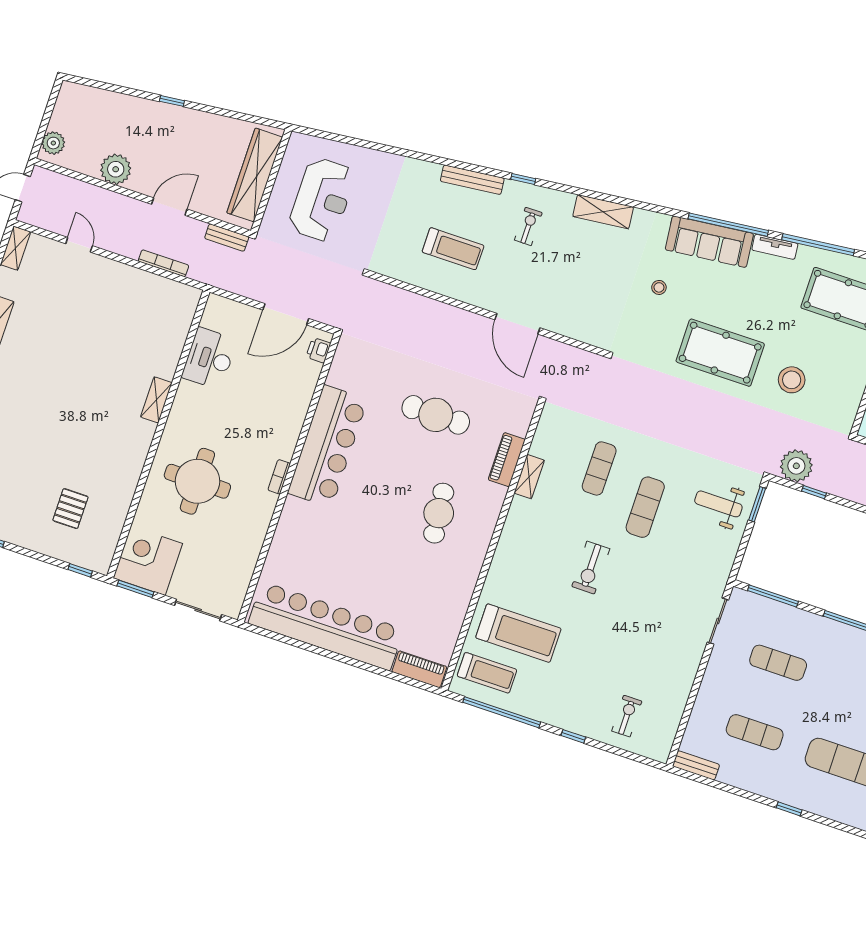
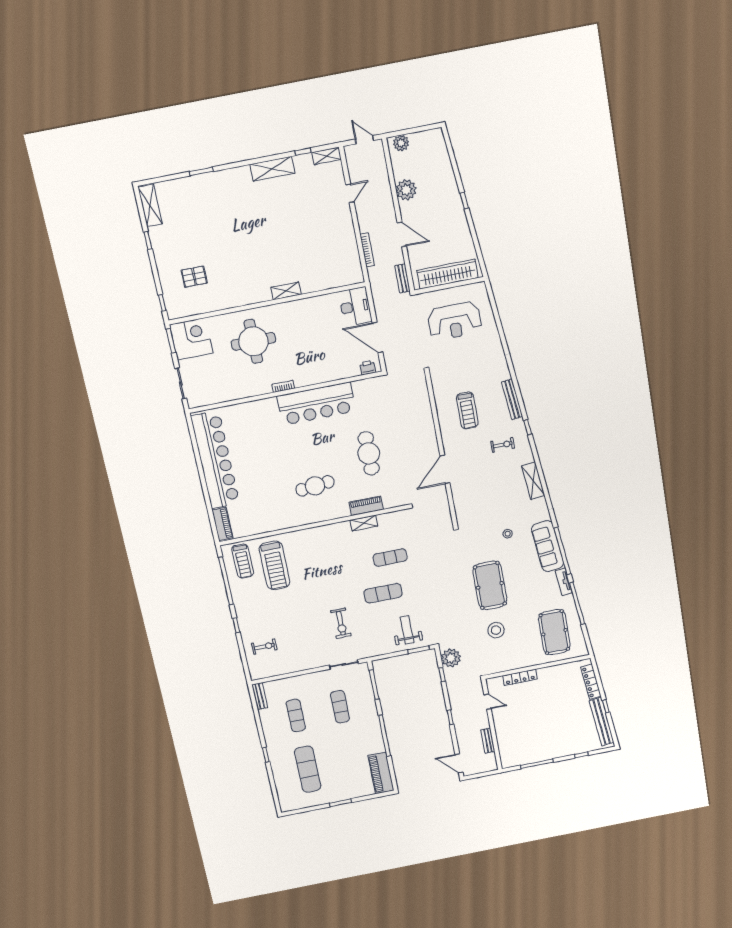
desk: (209, 358) -> (355, 307), moved, turned 90
exercise bike: (591, 568) -> (341, 623), moved, turned -90

